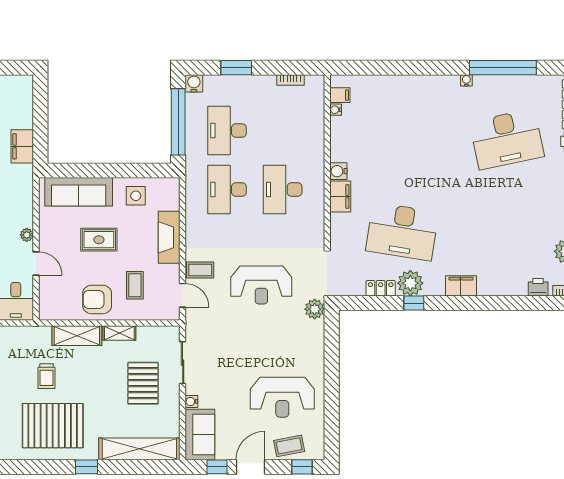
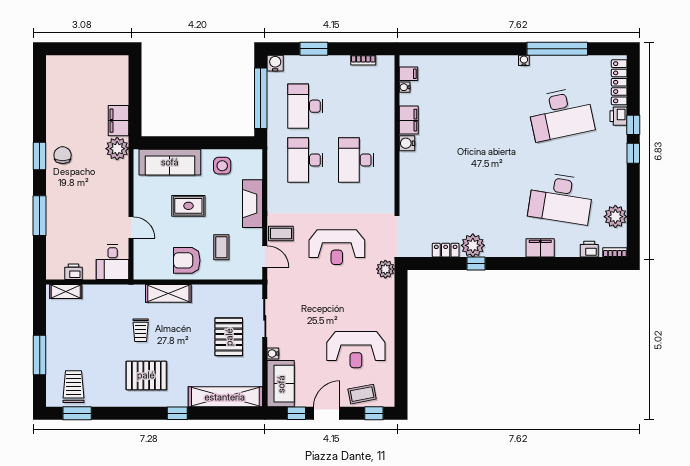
filing cabinet: (340, 197) -> (409, 120), moved
desk: (402, 231) -> (561, 198), moved
plant: (27, 235) -> (117, 149), moved, width x1.88, depth x1.88
filing cabinet: (461, 286) -> (540, 248), moved
shelving: (119, 333) -> (207, 291), removed
pallet: (53, 426) -> (146, 375), width x0.73, depth x0.71

